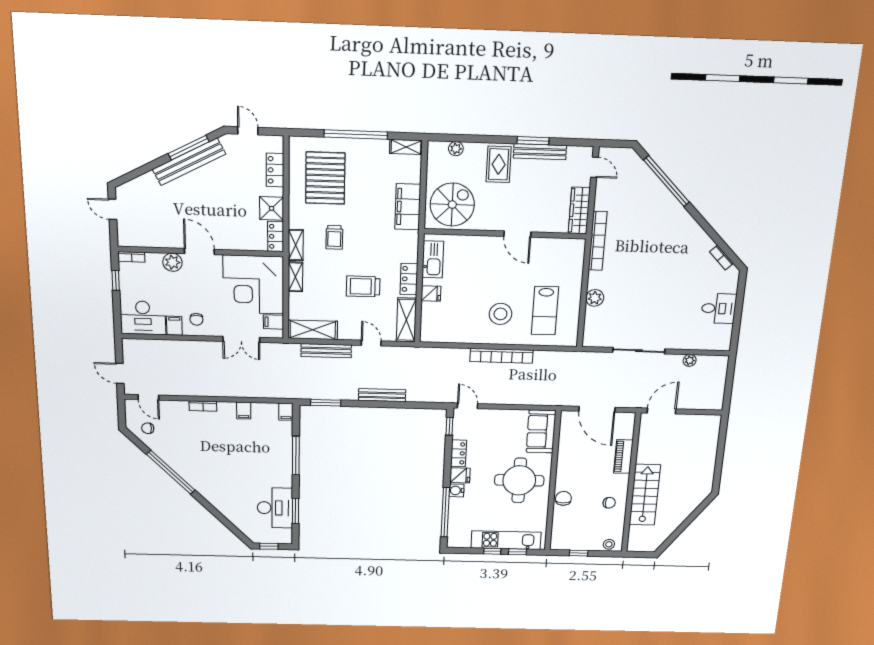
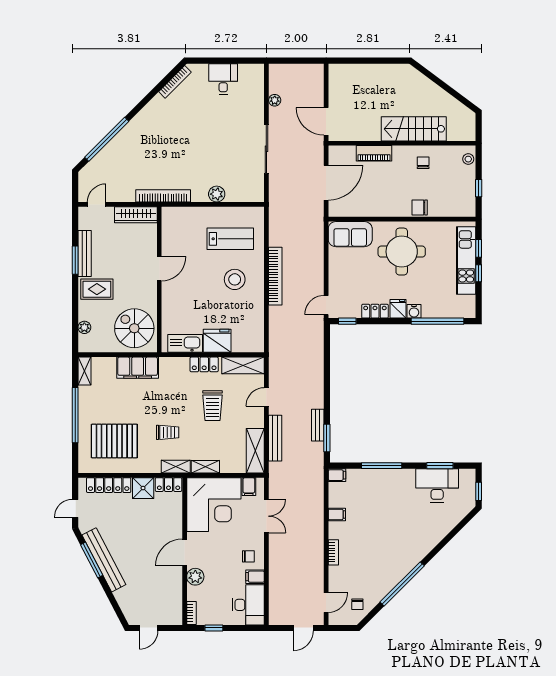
locker: (275, 170) -> (109, 485), width x1.53
bookcase: (722, 258) -> (175, 82), width x1.56
fridge: (431, 294) -> (217, 341), width x1.88, depth x1.34
bench: (382, 395) -> (318, 425), moved, width x0.73

